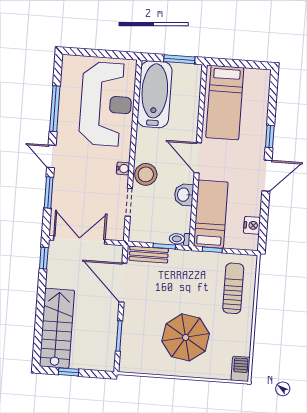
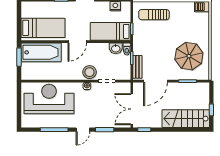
bathtub: (155, 94) -> (41, 52), moved, turned 180
washbasin: (184, 195) -> (116, 48), moved
parasol: (186, 337) -> (189, 56), moved

